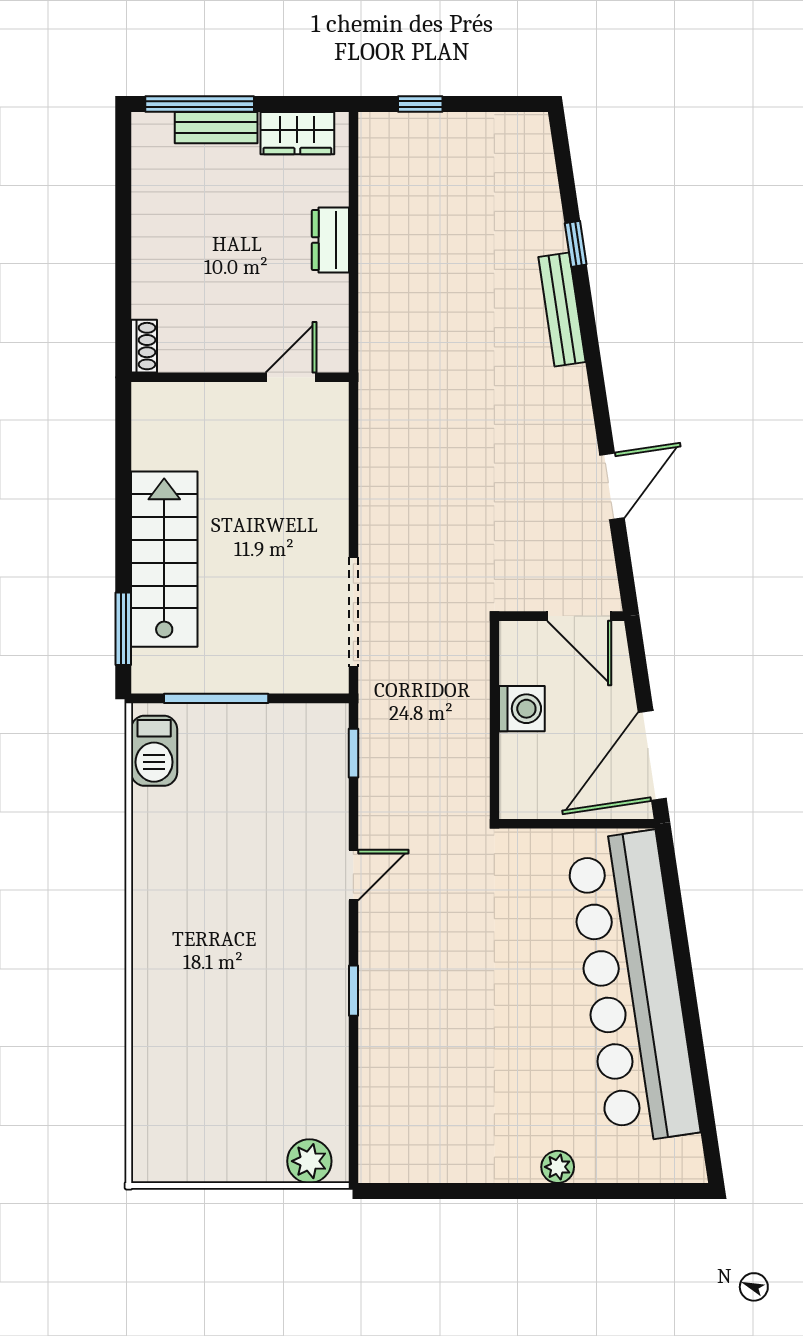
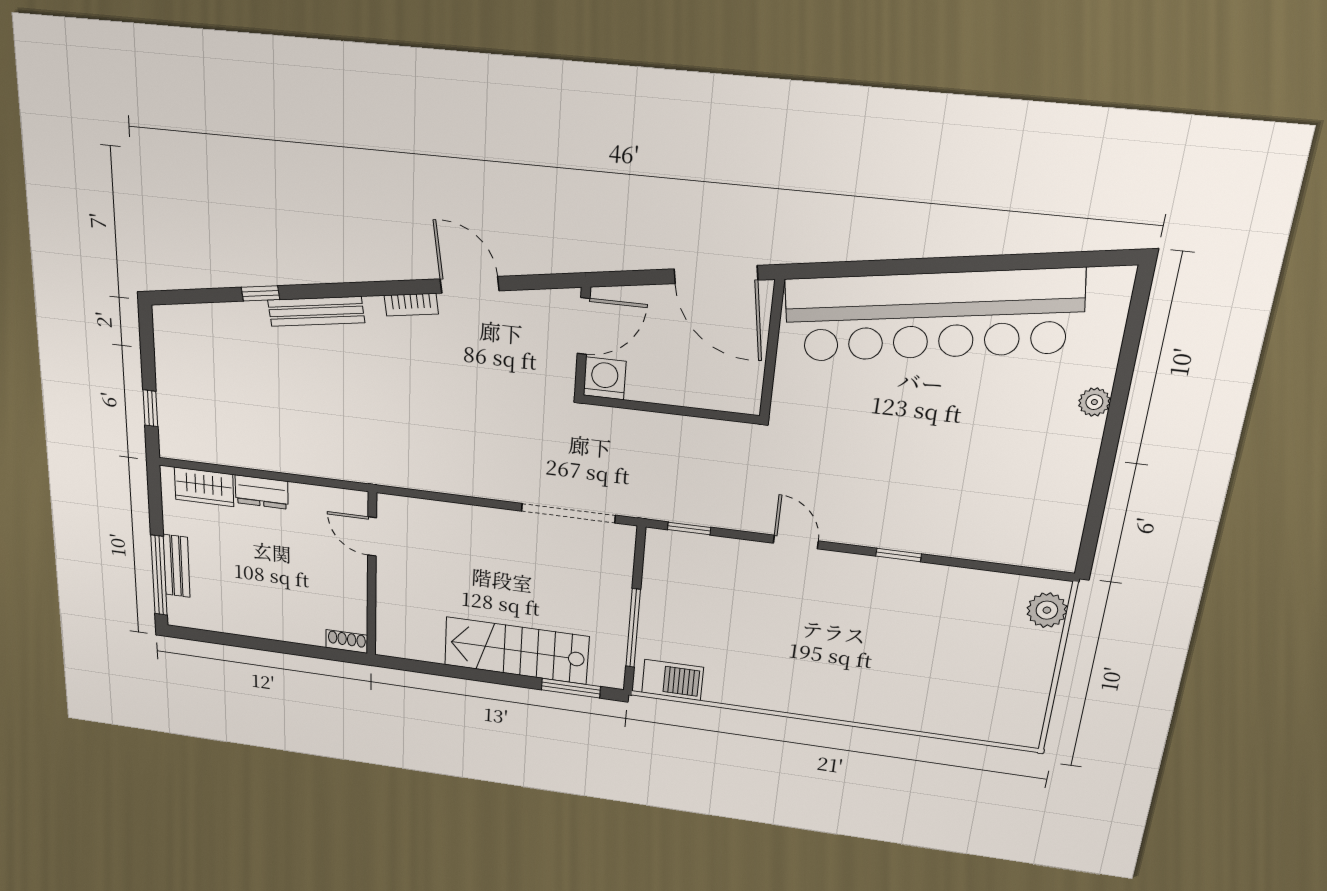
wardrobe: (297, 133) -> (204, 487), moved, turned 90
bookcase: (582, 420) -> (411, 305), added
washing machine: (522, 709) -> (605, 378), moved

